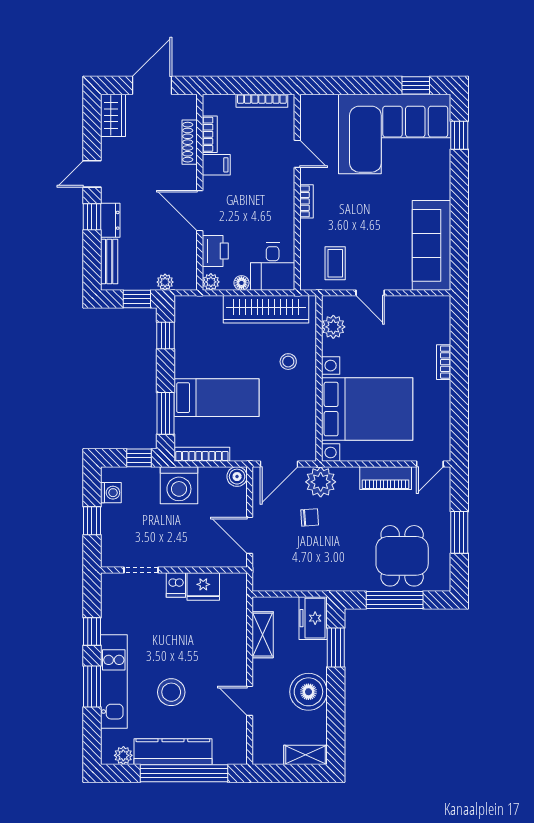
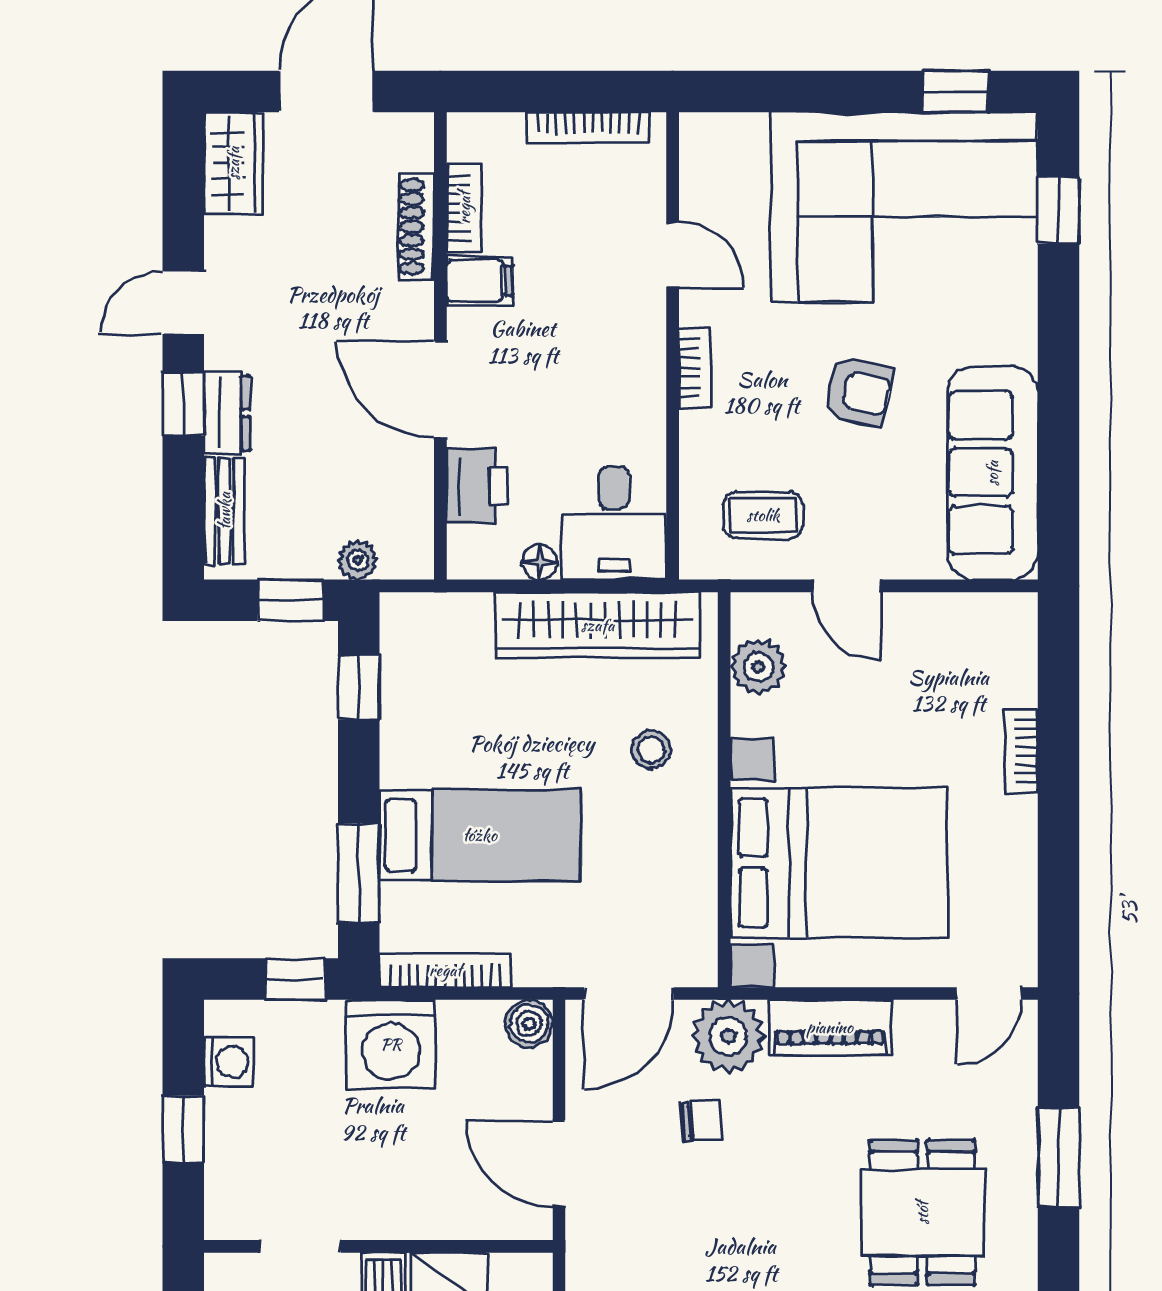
armchair: (375, 211) -> (858, 391), added
coffee table: (335, 263) -> (763, 515), turned 90
plant: (211, 282) -> (467, 560), removed
piano: (386, 478) -> (830, 1027), moved

